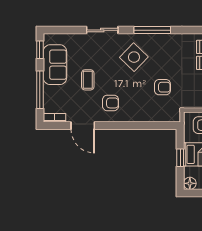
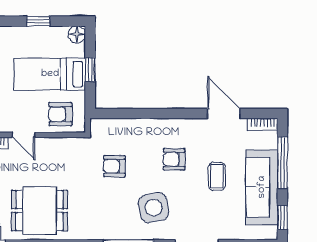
side table: (134, 57) -> (154, 208), turned 35
sofa: (55, 65) -> (262, 187), width x1.36
armchair: (111, 103) -> (174, 159), moved

